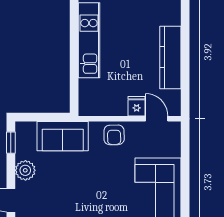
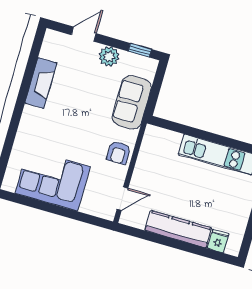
fridge: (137, 106) -> (218, 241), moved, turned -90
armchair: (114, 135) -> (119, 153), turned -89

